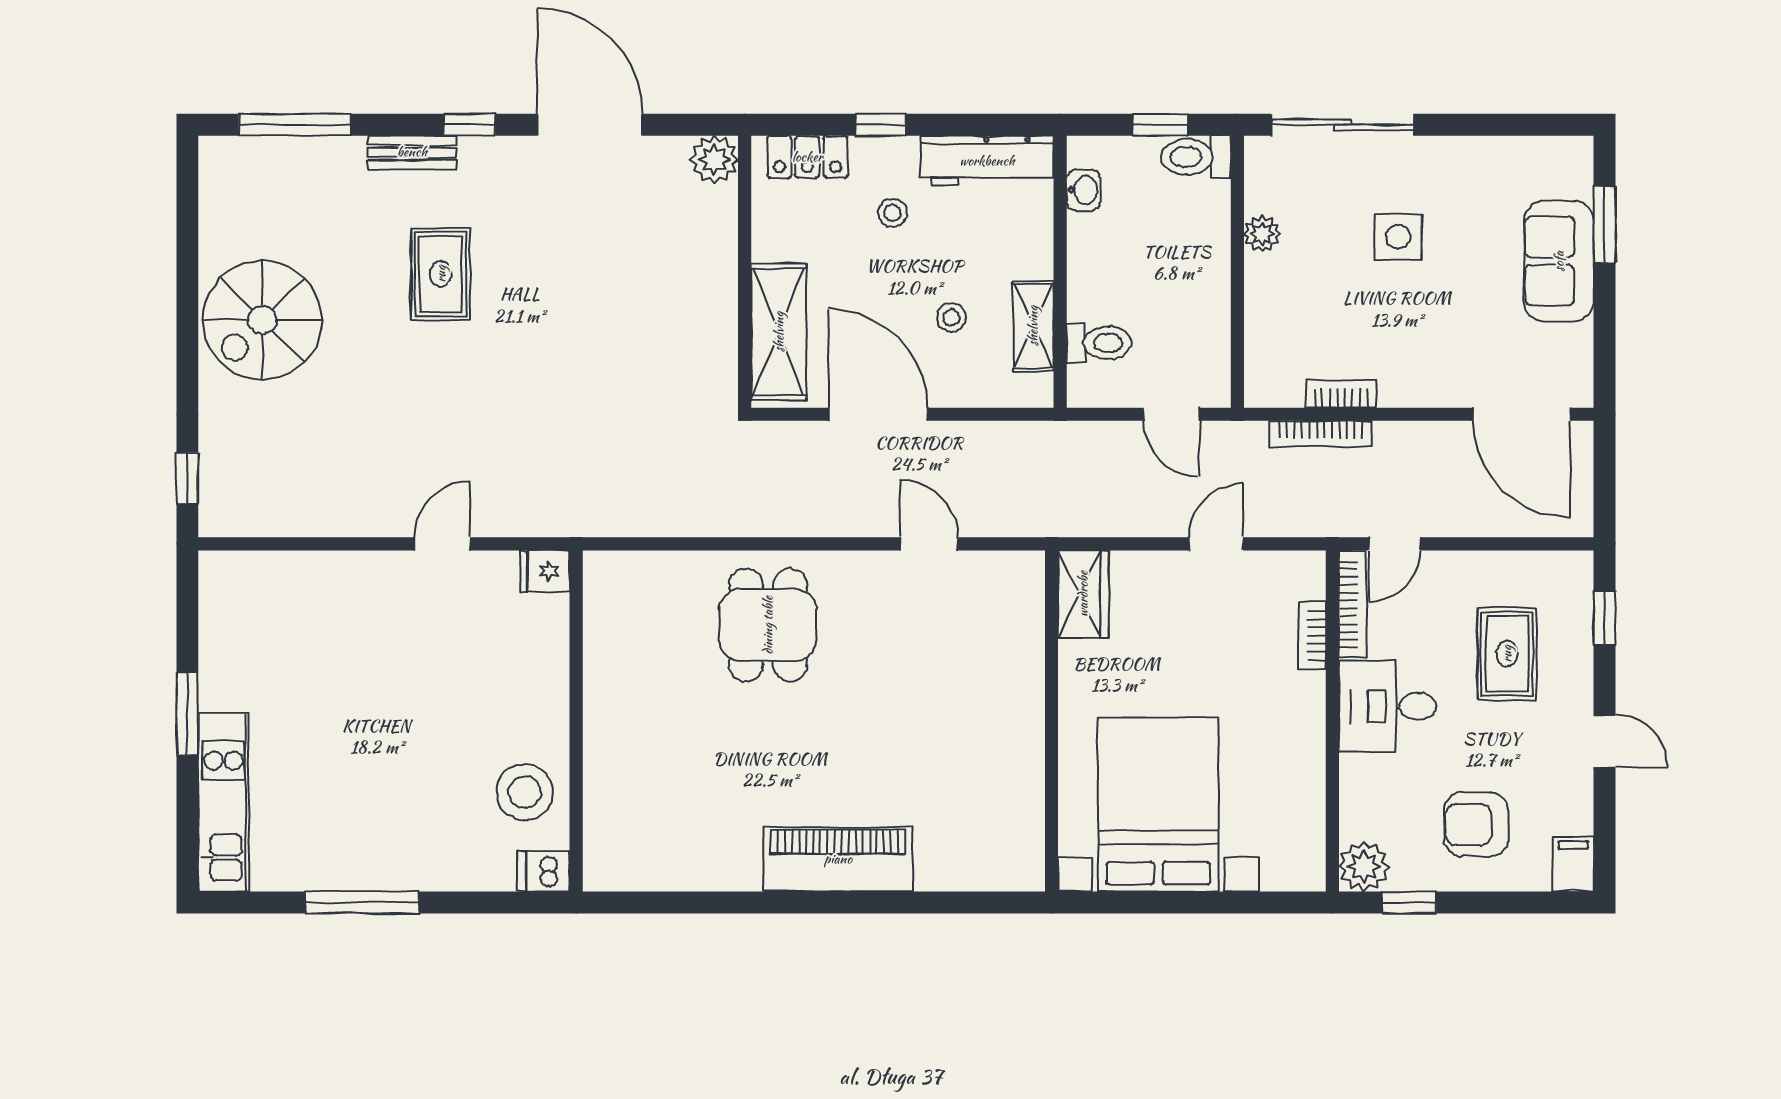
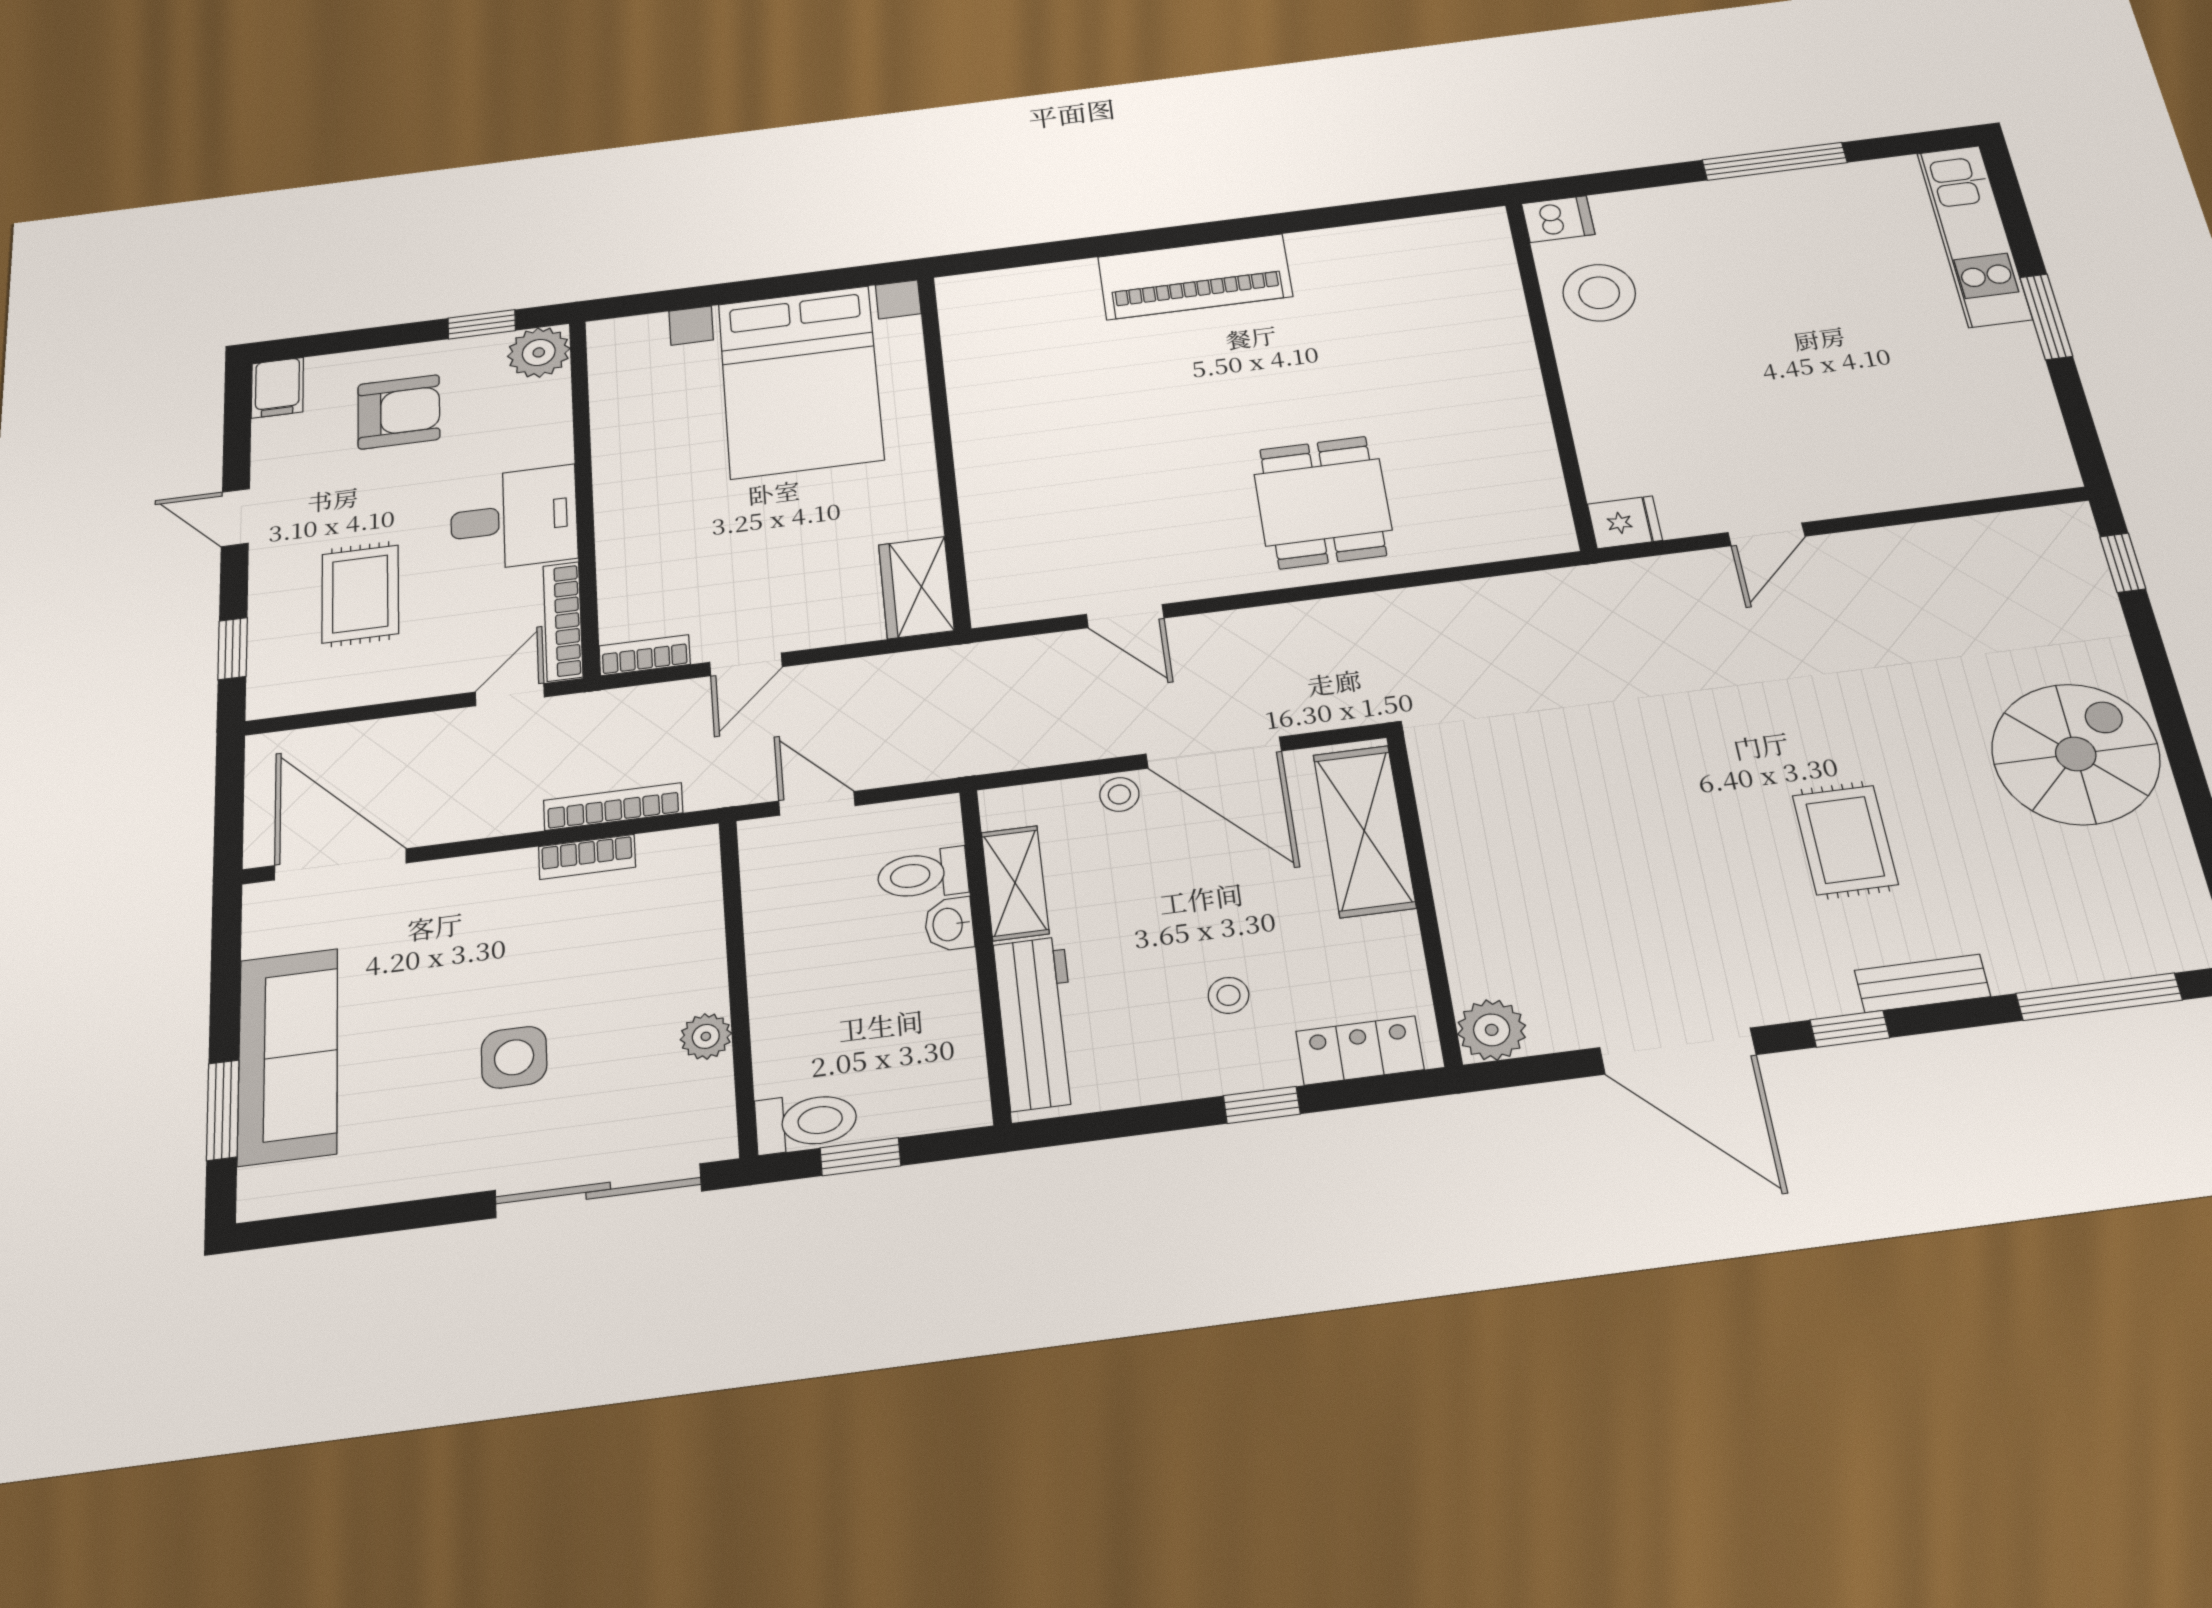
workbench: (987, 161) -> (1037, 1023), moved, turned 90
washbasin: (1083, 190) -> (949, 924), moved
sofa: (1559, 261) -> (288, 1056), width x1.36
stool: (951, 318) -> (1119, 794), moved
bookcase: (1312, 635) -> (645, 655), moved, turned -90

